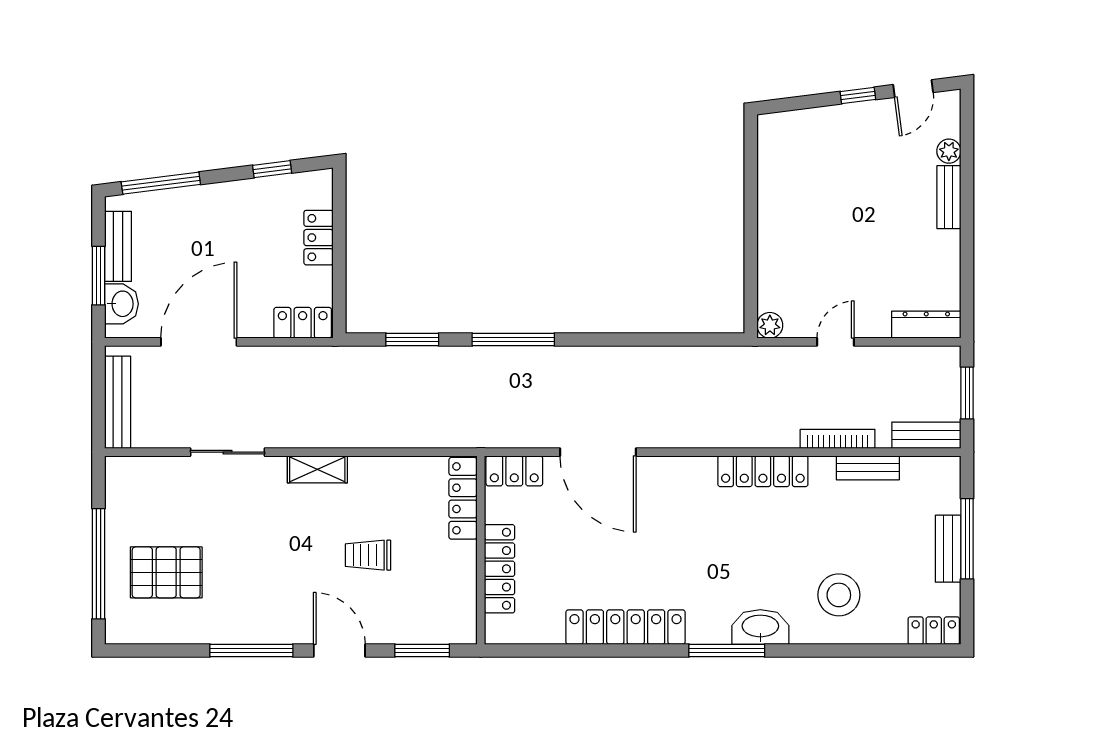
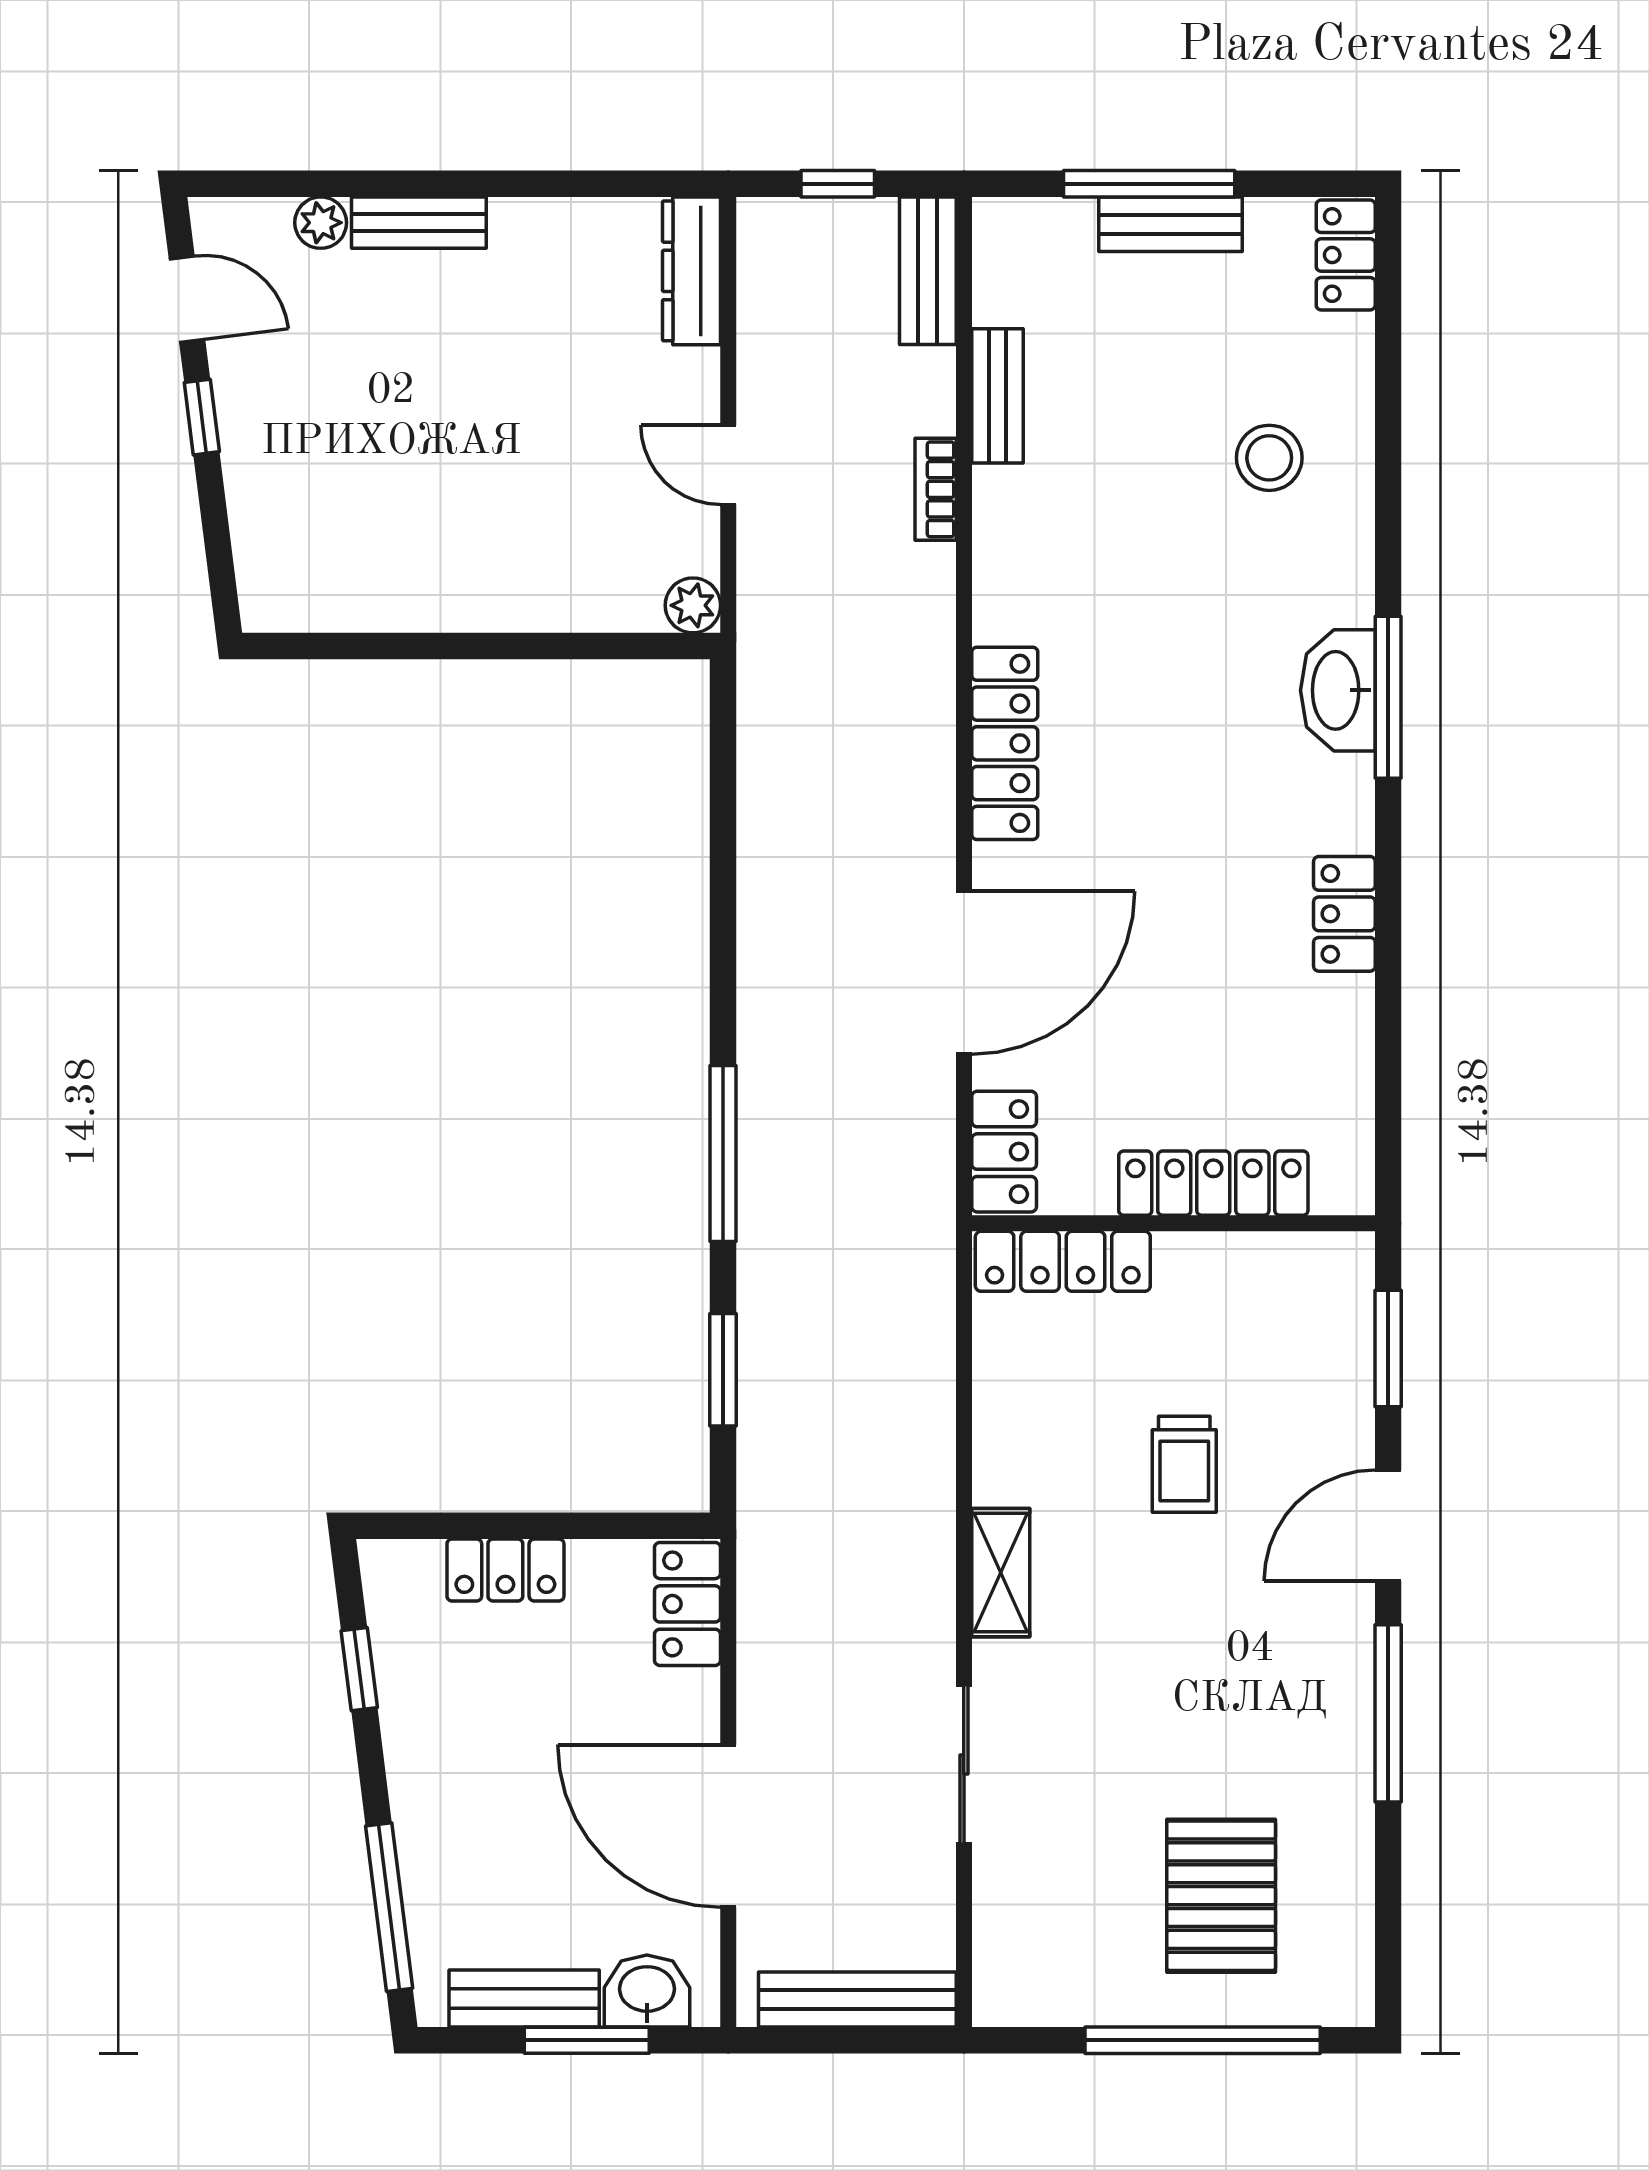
window: (967, 393) -> (838, 184), width x0.67
bookcase: (838, 439) -> (936, 489), width x0.64
locker: (763, 471) -> (1005, 743), moved
stool: (839, 595) -> (1269, 458), width x0.73, depth x0.73
locker: (626, 627) -> (1344, 914), width x0.46, depth x0.83
washbasin: (760, 627) -> (1338, 690), moved

